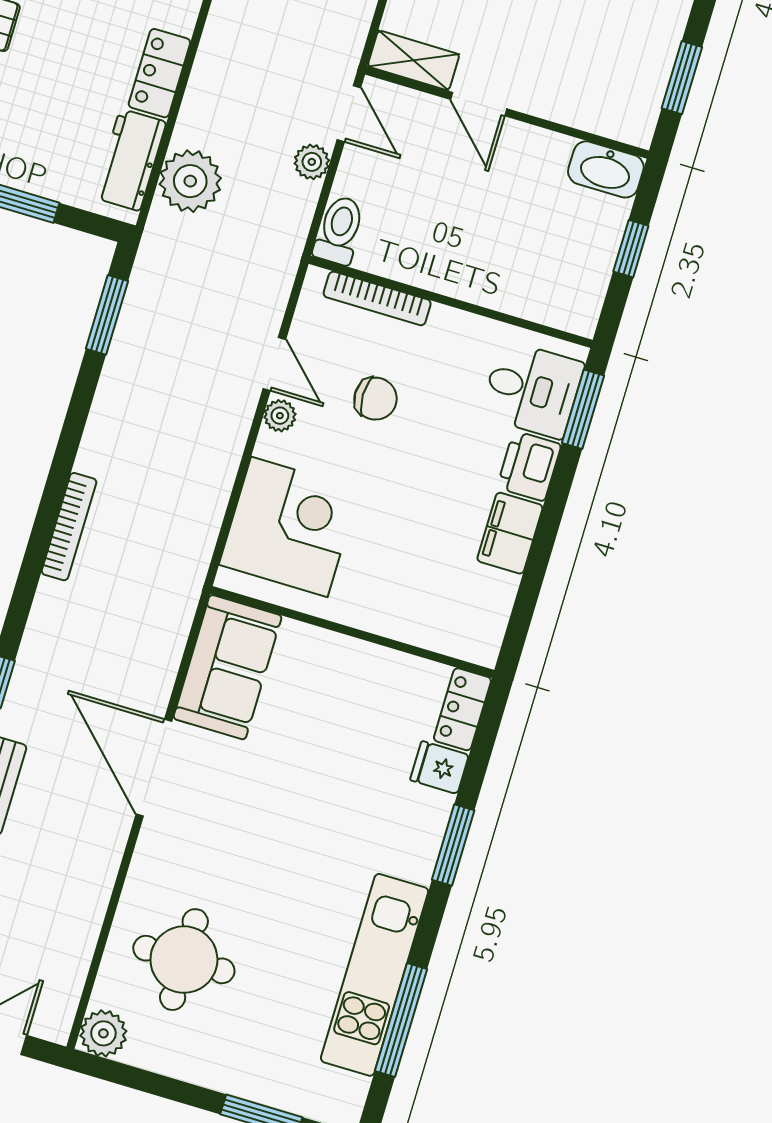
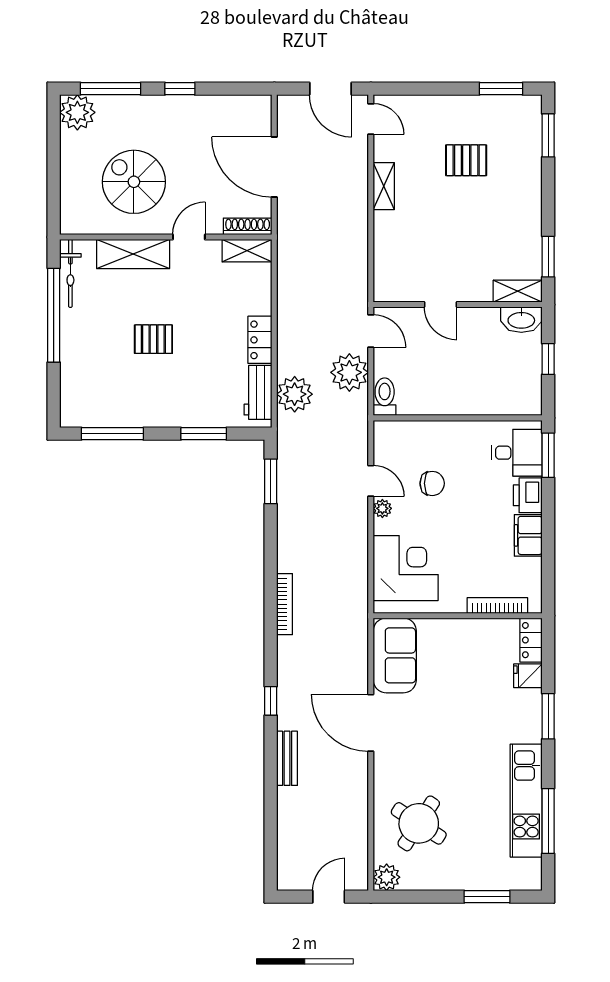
shelving: (414, 60) -> (518, 291), moved
plant: (312, 162) -> (349, 372), width x1.88, depth x1.88
bookcase: (377, 298) -> (497, 605), moved, turned 180
round table: (184, 960) -> (419, 823), turned 33

